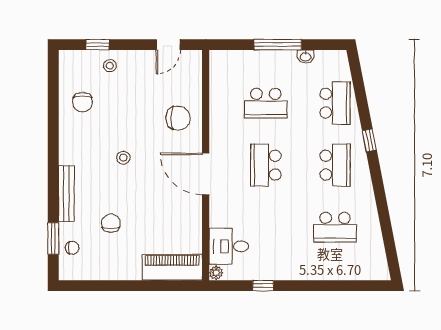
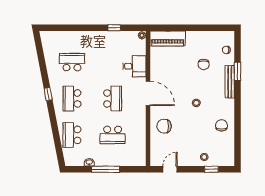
chair: (82, 102) -> (222, 125), moved
school desk: (266, 103) -> (113, 135), turned 180
window: (369, 140) -> (48, 94), moved
window: (53, 238) -> (237, 71), moved
desk: (229, 246) -> (134, 66), moved

